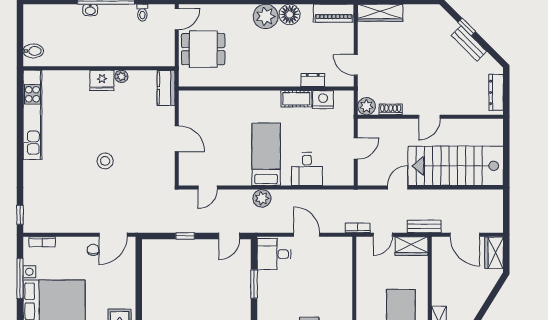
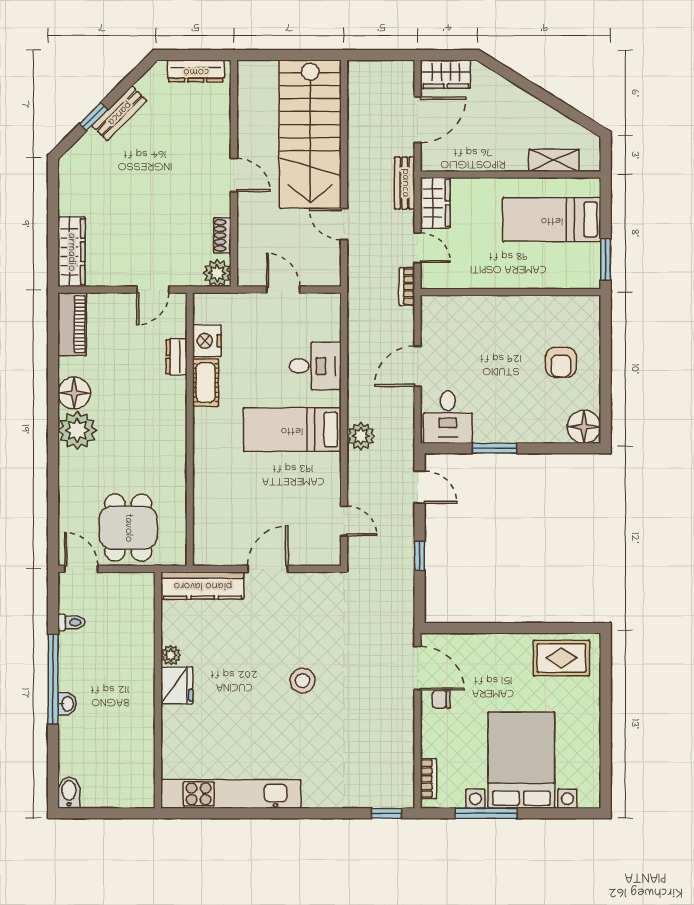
bidet: (33, 51) -> (69, 793), moved
kitchen counter: (166, 88) -> (203, 585), width x1.50

